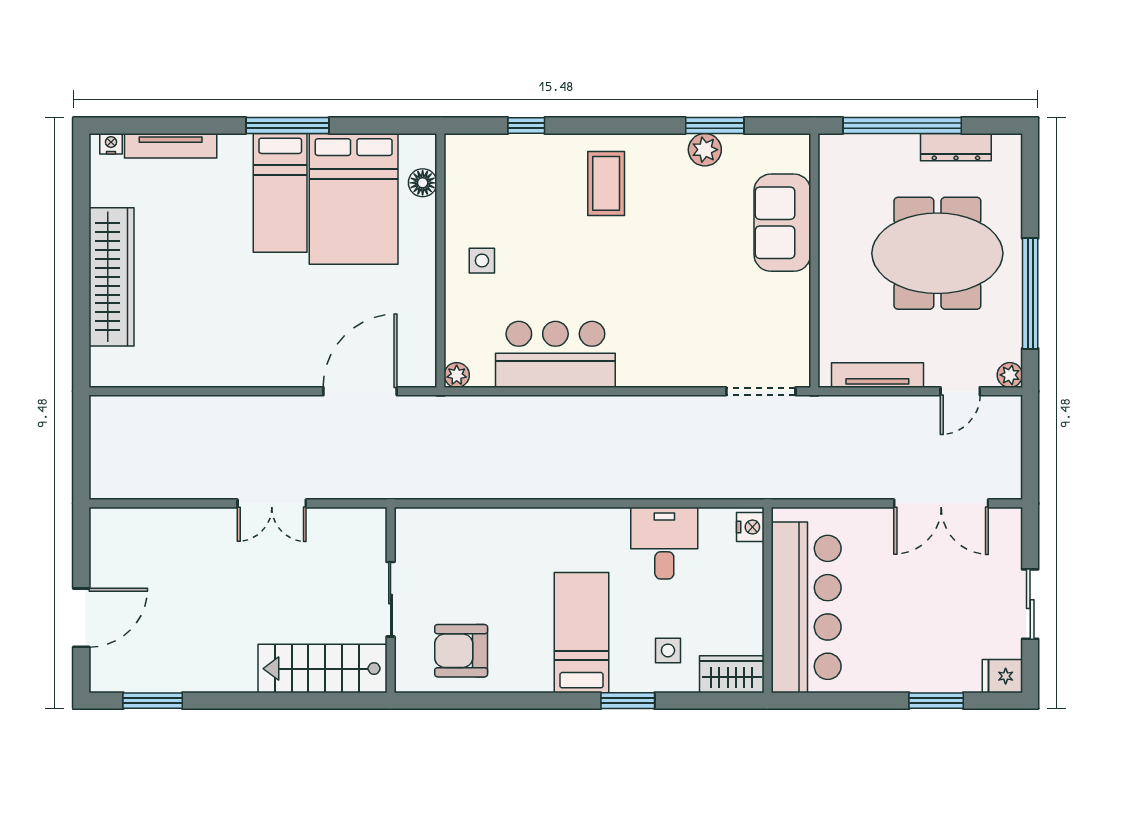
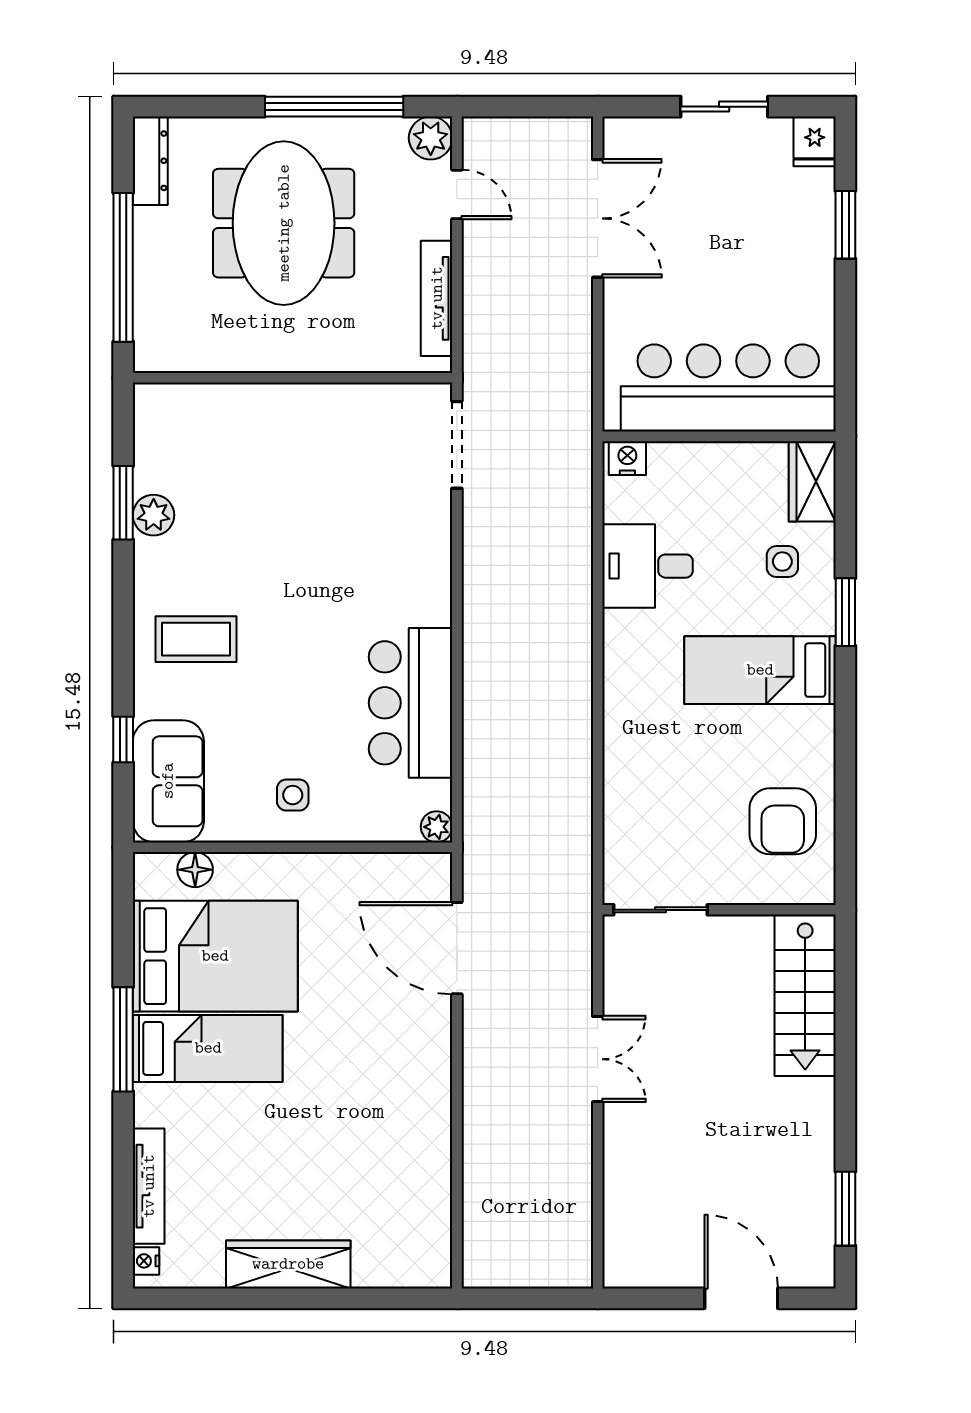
dresser: (956, 147) -> (150, 161), moved
sofa: (782, 223) -> (168, 781), moved, turned -90
wardrobe: (111, 277) -> (288, 1264), width x0.71, depth x0.85
plant: (1010, 375) -> (431, 138), width x1.38, depth x1.38
sliding door: (391, 599) -> (660, 910), moved

